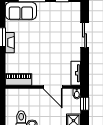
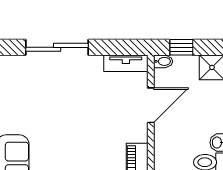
sliding door: (85, 35) -> (57, 47), width x1.37

